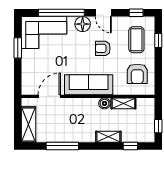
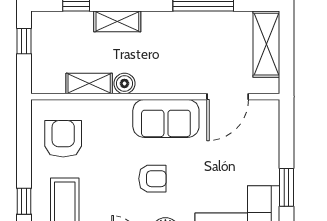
armchair: (103, 48) -> (152, 179), moved
sofa: (89, 85) -> (166, 118), width x0.73

